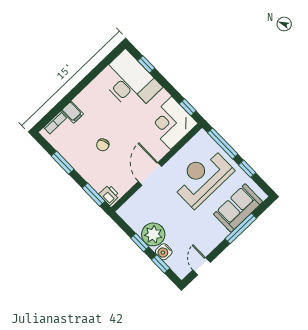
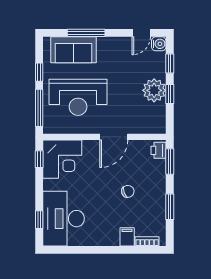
water cooler: (164, 252) -> (159, 44), moved

